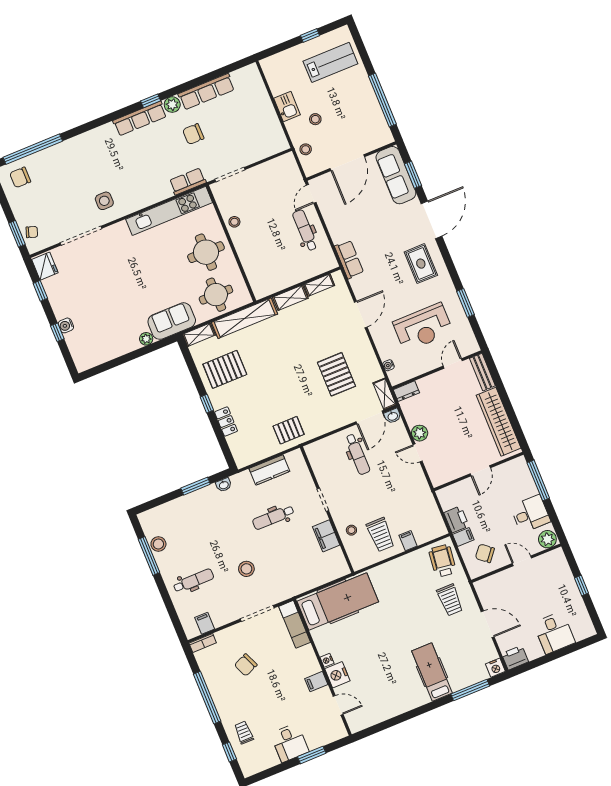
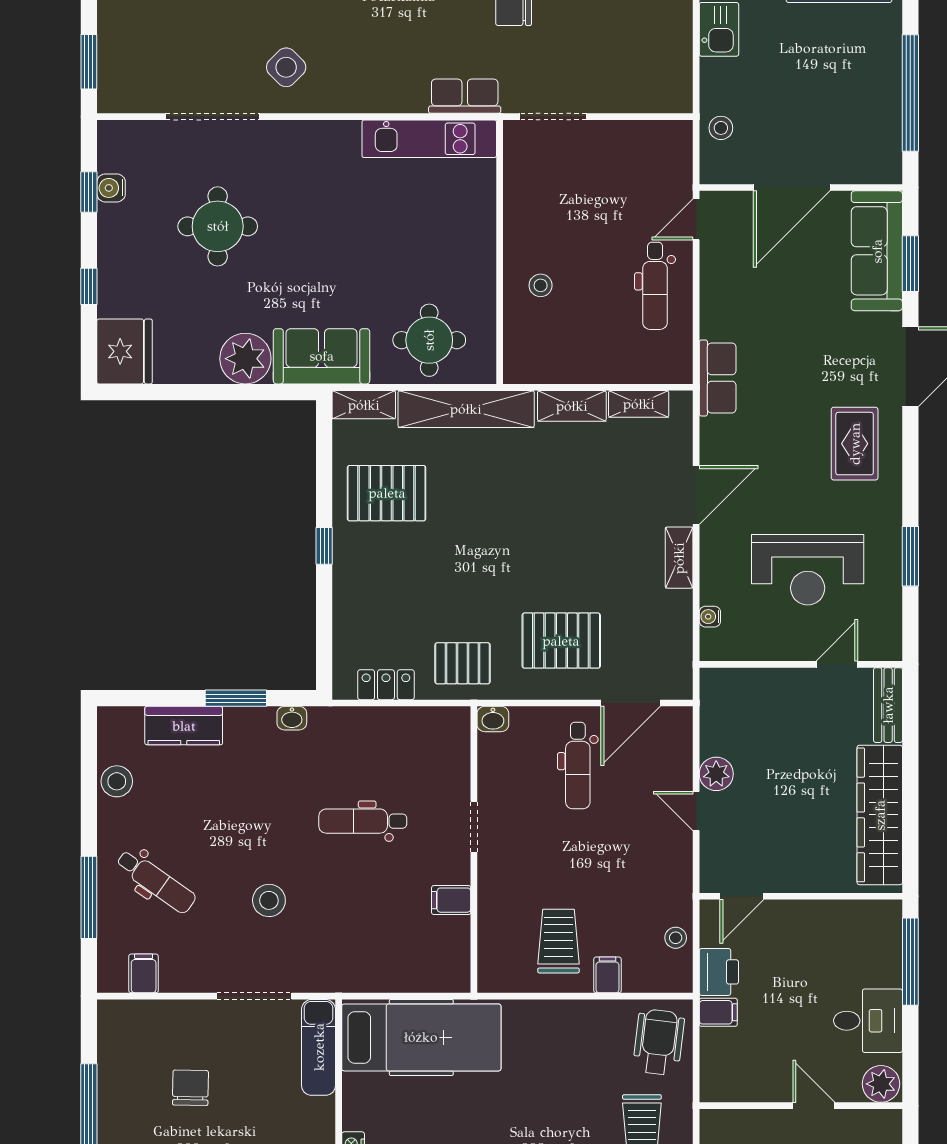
stool: (315, 119) -> (764, 77), removed
side table: (104, 201) -> (286, 67), turned 45
kitchen unit: (169, 211) -> (429, 139), width x0.73
stool: (234, 222) -> (541, 285), moved
dental chair: (305, 230) -> (655, 286), turned 180
chair: (32, 232) -> (119, 70), removed
round table: (206, 252) -> (218, 226), moved
fridge: (45, 266) -> (125, 351), moved, width x1.36, depth x1.34
water cooler: (66, 325) -> (111, 188), moved
plant: (146, 339) -> (245, 359), width x1.88, depth x1.88
pallet: (336, 374) -> (561, 641), moved, turned 90
dresser: (406, 391) -> (724, 681), removed
shelving: (385, 394) -> (679, 558), moved
washbasin: (393, 416) -> (493, 719), moved
locker: (226, 422) -> (386, 685), moved, turned -90
kitchen counter: (269, 470) -> (184, 726), moved
door: (480, 471) -> (742, 896), moved
stool: (351, 530) -> (676, 938), moved
trolley: (381, 535) -> (558, 941), turned 180
filing cabinet: (326, 536) -> (451, 900), width x0.50
chair: (485, 553) -> (747, 1061), removed
window: (149, 556) -> (89, 897), moved
dental chair: (194, 581) -> (156, 881), turned 35
bookcase: (203, 643) -> (124, 1010), removed
chair: (246, 665) -> (190, 1088), turned 114

